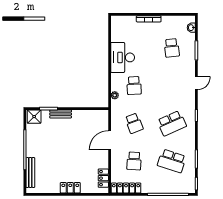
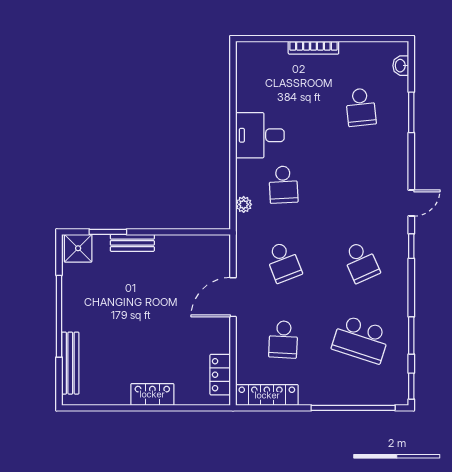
desk: (123, 57) -> (260, 135), width x0.73
door: (196, 83) -> (411, 203), moved
school desk: (172, 123) -> (361, 262), width x0.54

